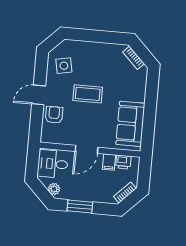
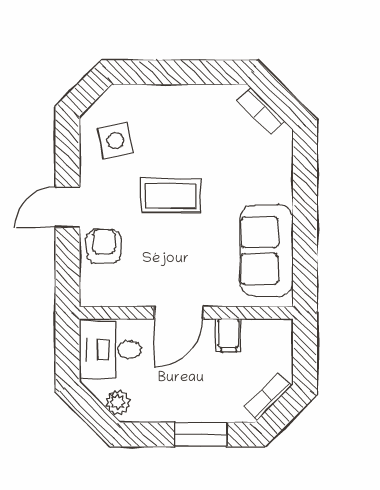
printer: (123, 162) -> (259, 333), removed
window: (80, 207) -> (201, 435), moved

